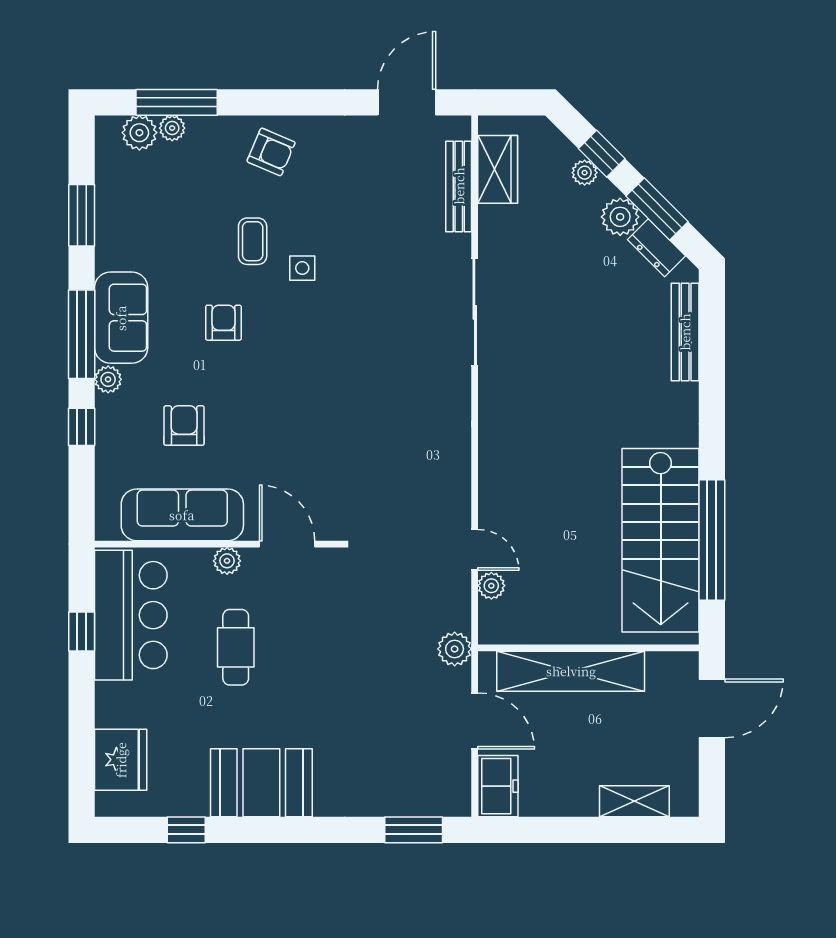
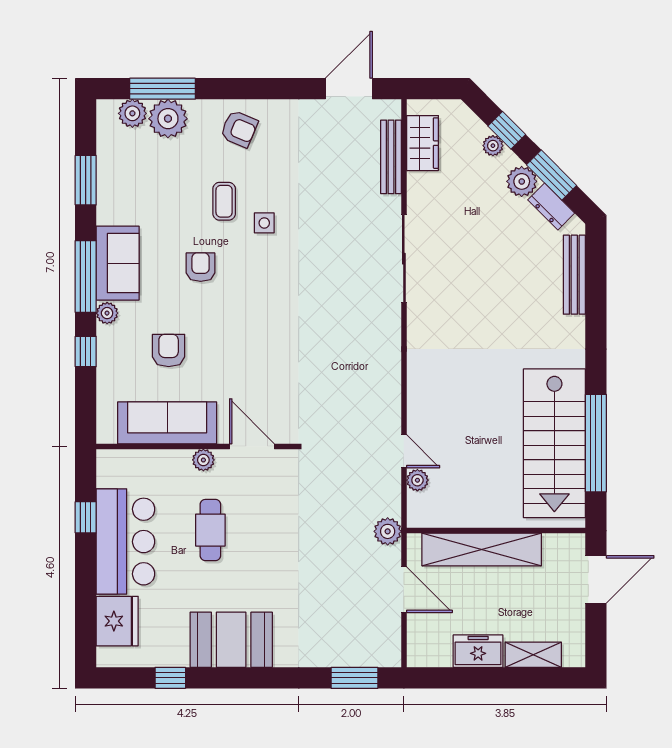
plant: (172, 128) -> (168, 119), width x1.88, depth x1.88
bar counter: (131, 615) -> (125, 542), moved
freezer: (498, 786) -> (478, 651), moved, turned -90

